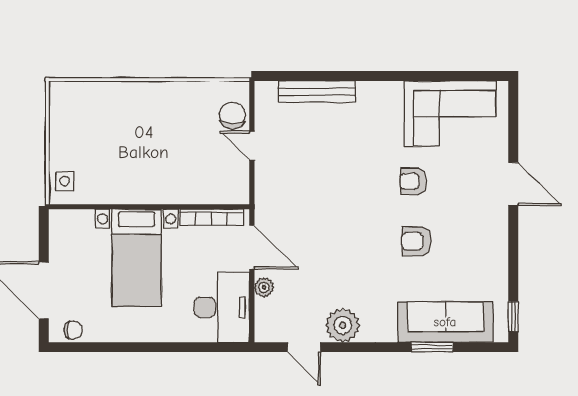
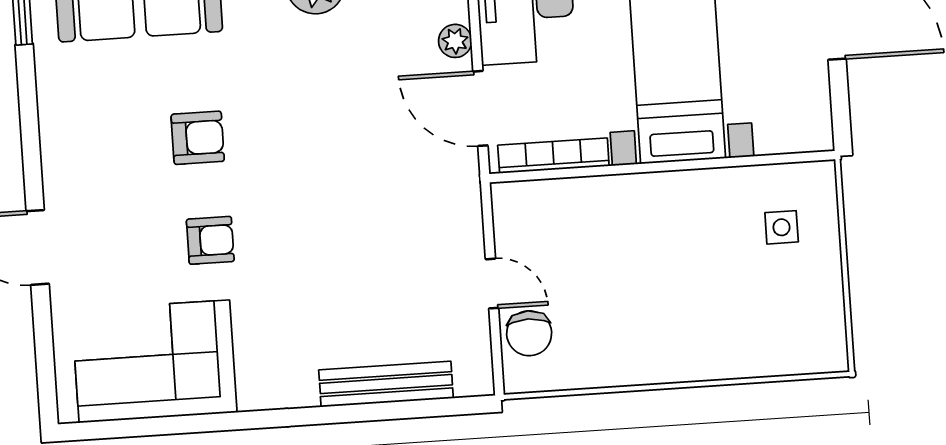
side table: (65, 181) -> (782, 227), moved

